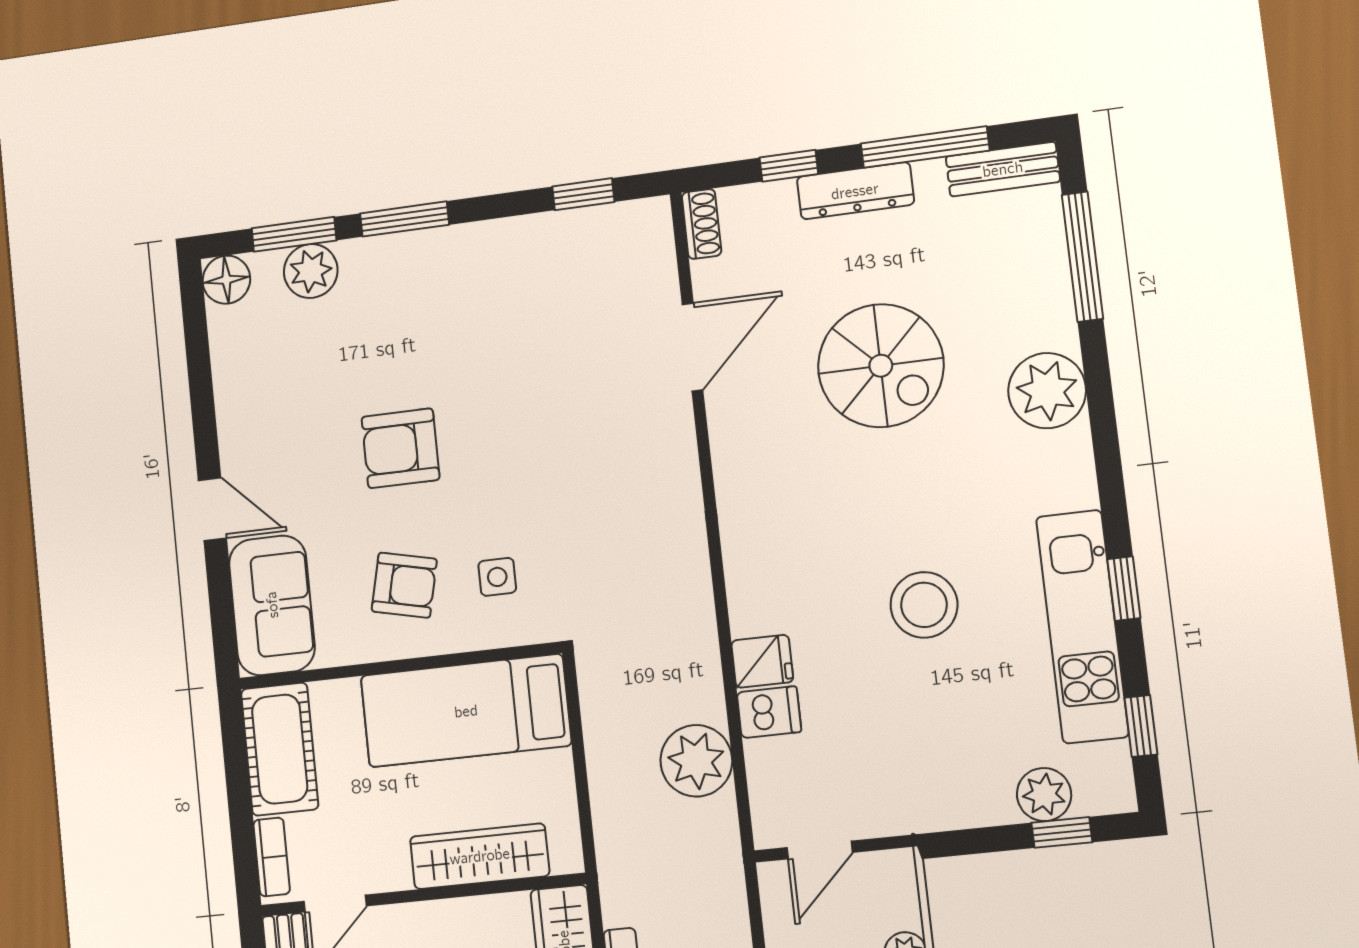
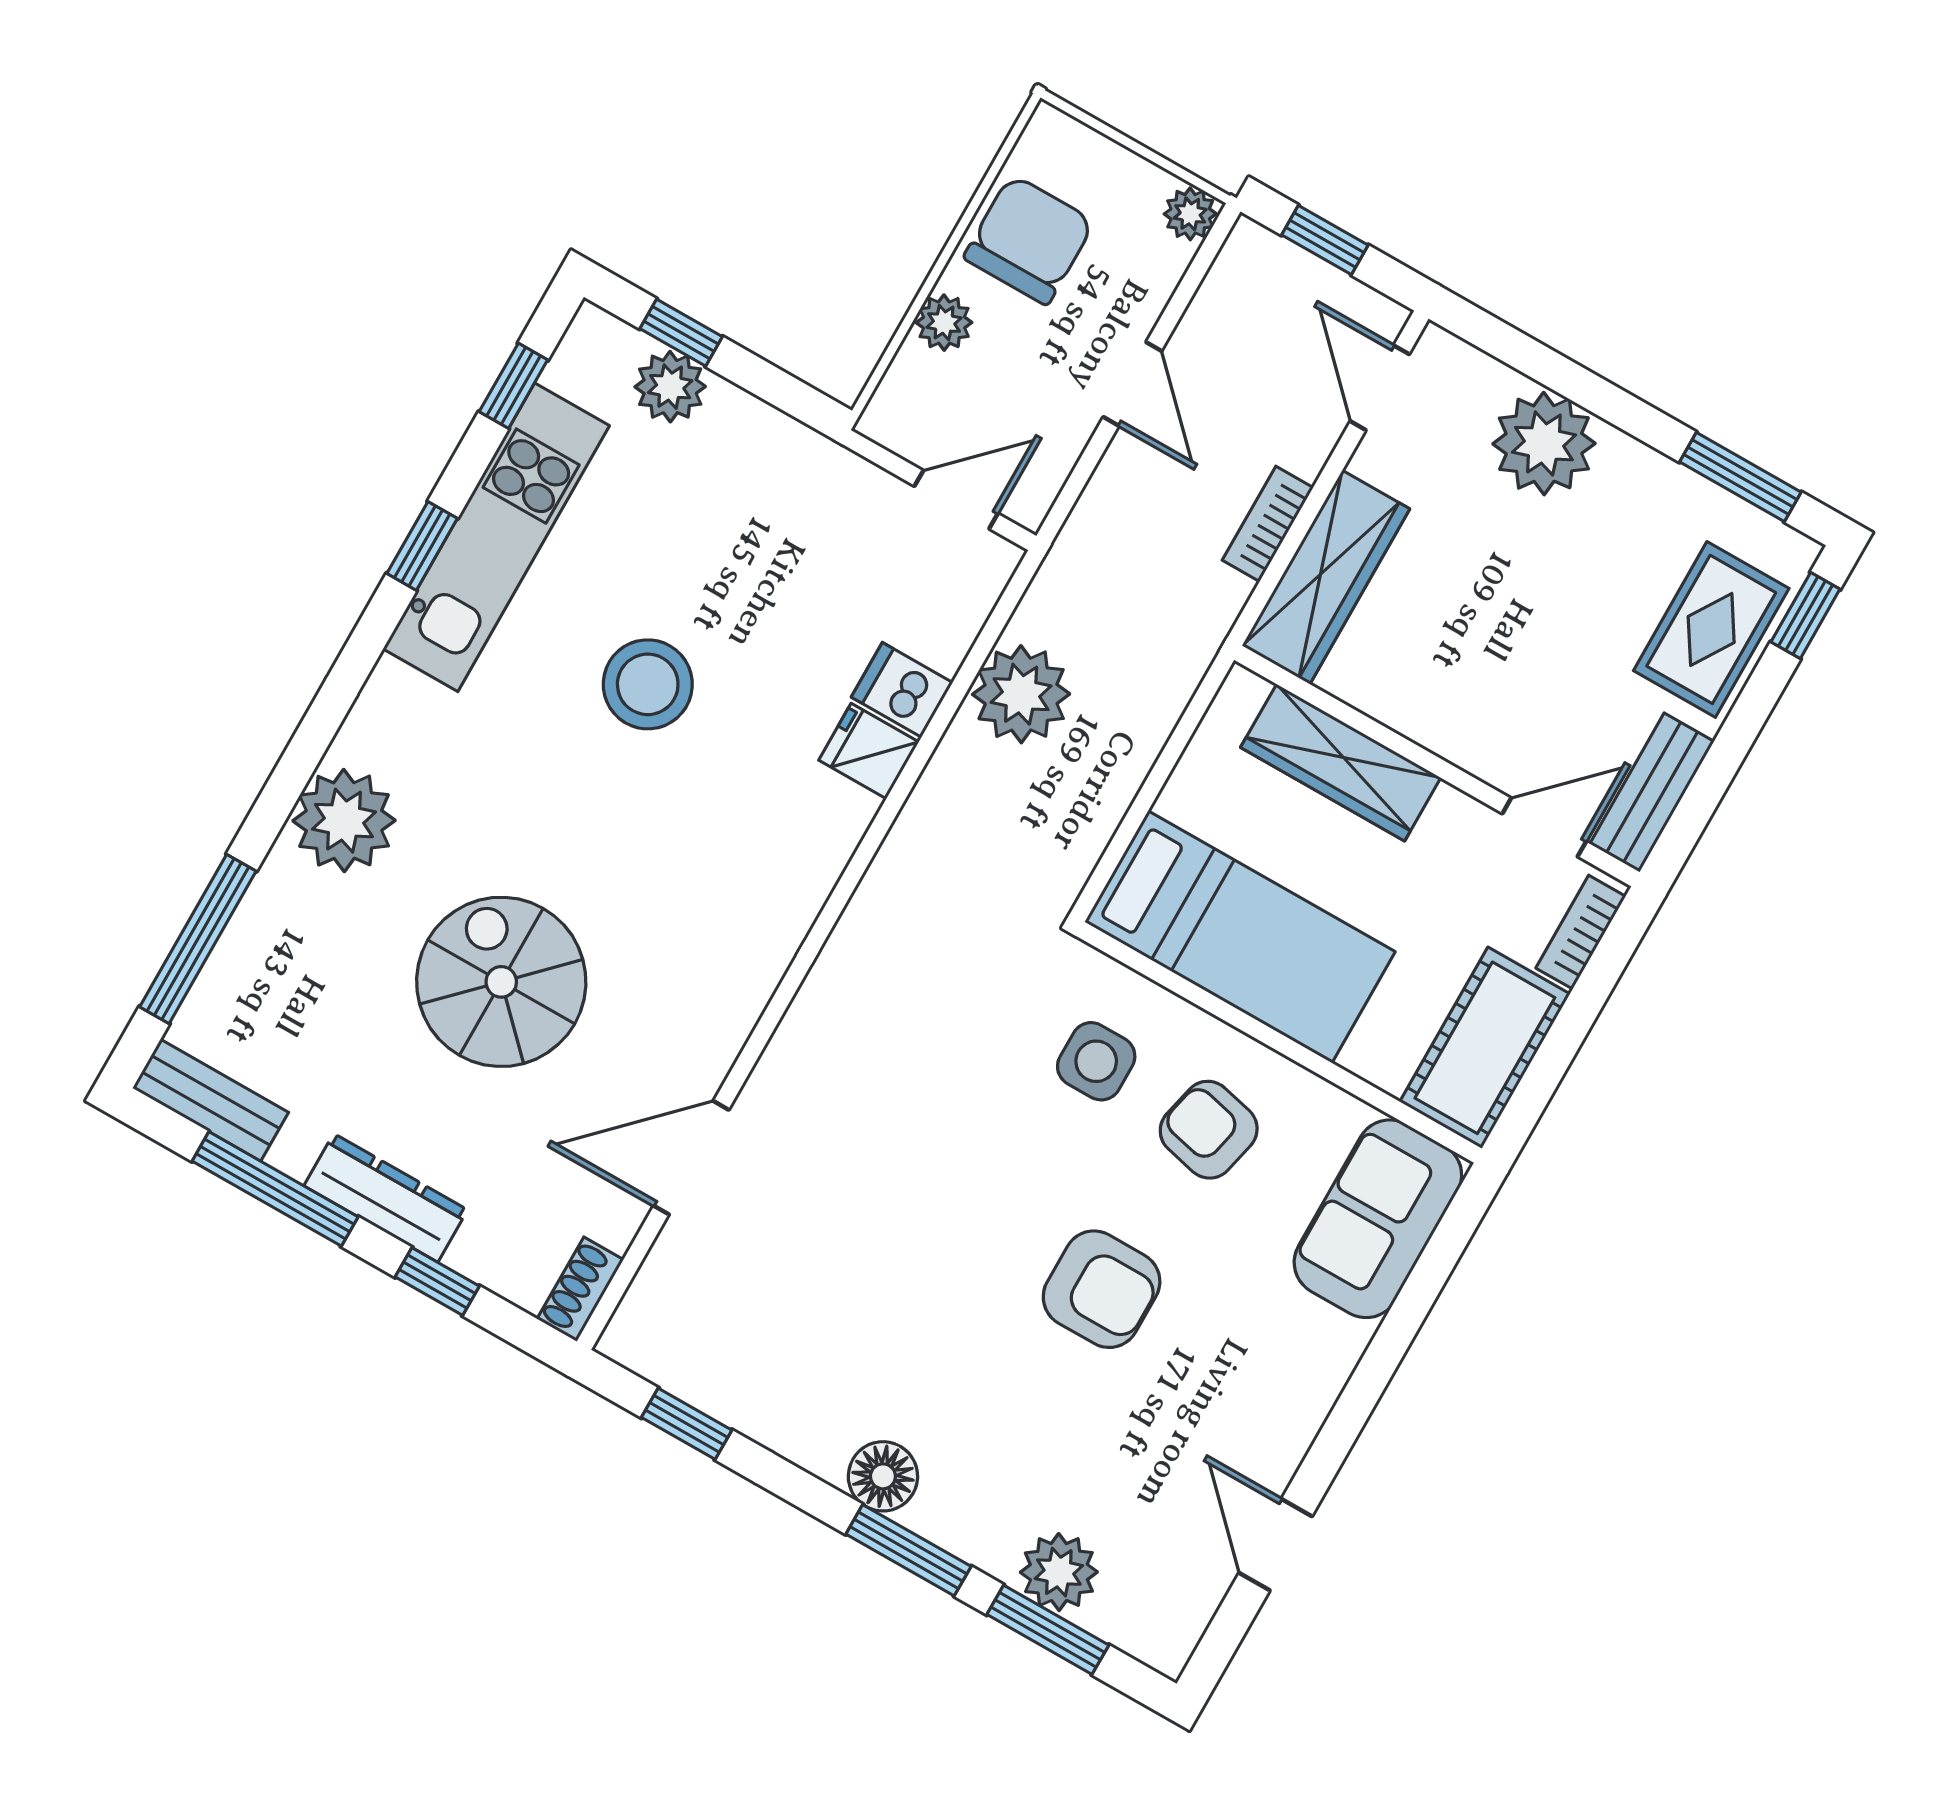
floor lamp: (226, 280) -> (883, 1476), moved
door: (212, 509) -> (1276, 1545), moved
side table: (497, 577) -> (1096, 1061), width x1.37, depth x1.37

